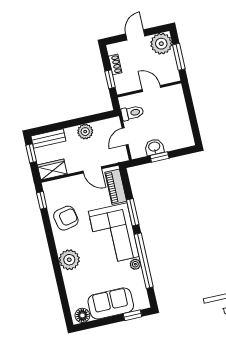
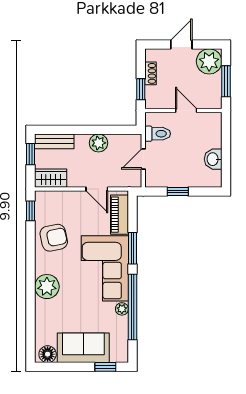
washbasin: (154, 147) -> (213, 159), moved, turned -90

